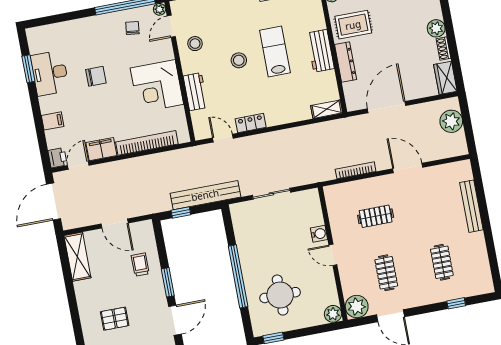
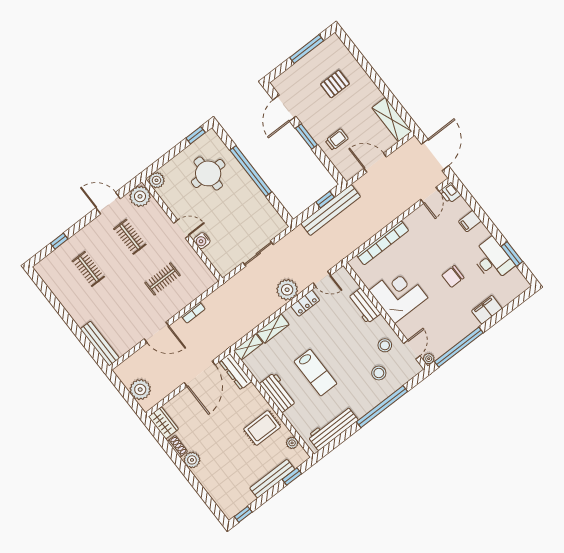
chair: (132, 28) -> (443, 332), removed
stool: (239, 60) -> (379, 373), moved
dresser: (346, 62) -> (235, 372), moved
shelving: (294, 115) -> (273, 329), added
plant: (261, 145) -> (287, 290), added
filing cabinet: (101, 149) -> (487, 310), moved, turned 180
bookcase: (356, 170) -> (193, 313), width x0.64
bench: (205, 195) -> (331, 210), moved
bench: (471, 206) -> (100, 344), moved
trolley: (140, 265) -> (337, 140), turned -90

